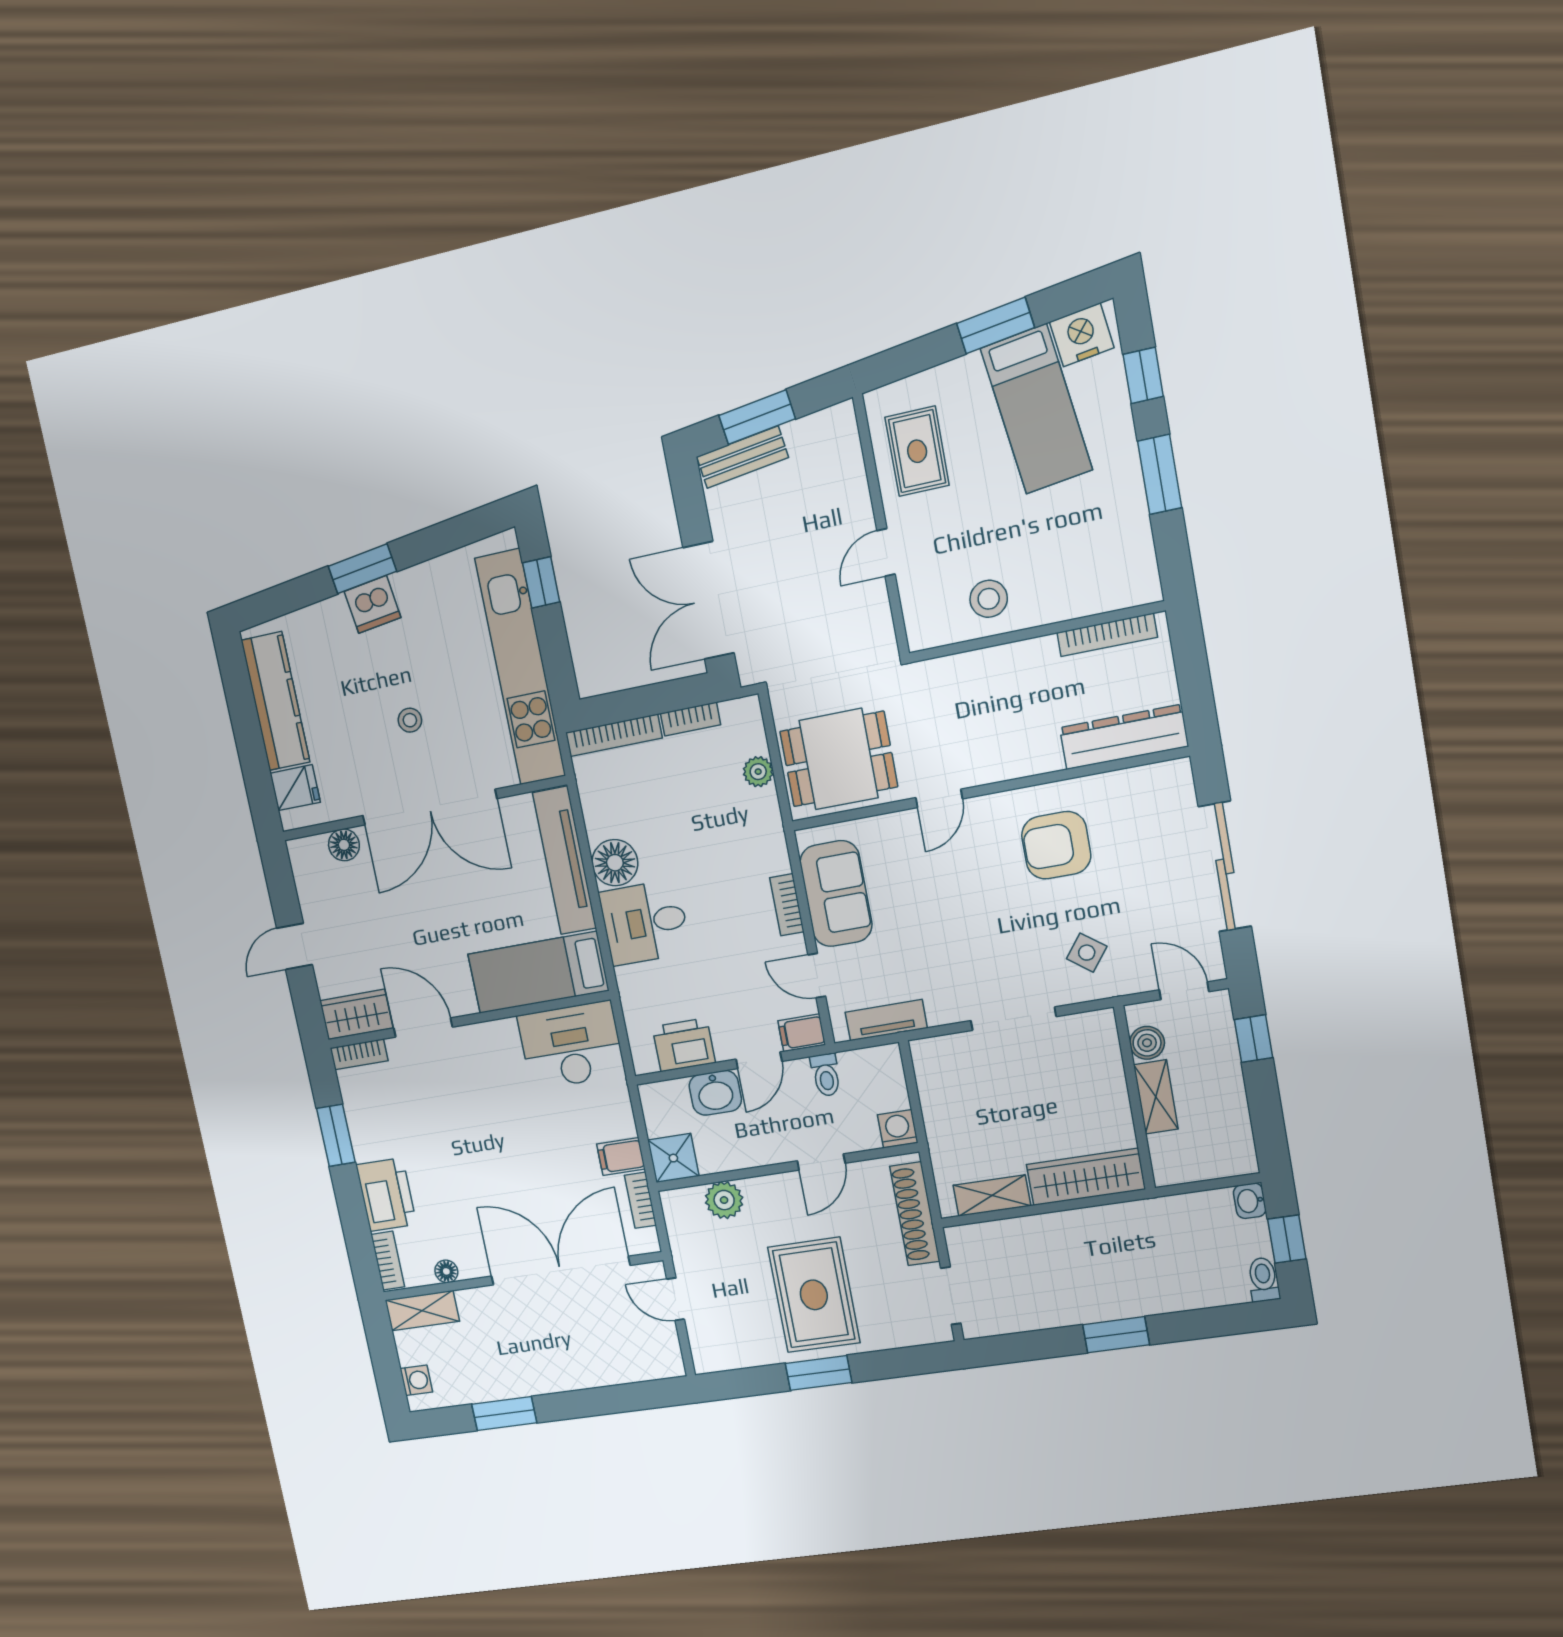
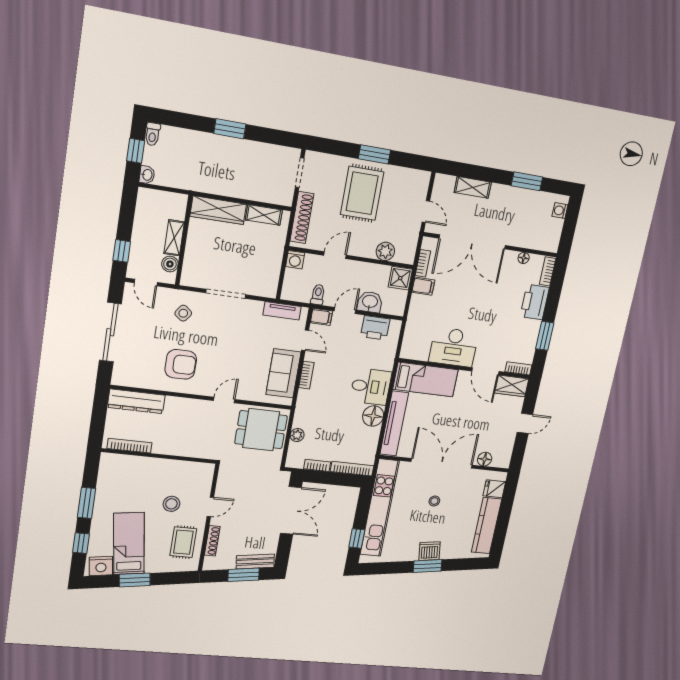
shoe rack: (854, 475) -> (212, 541), added
stool: (989, 599) -> (171, 504), moved
desk: (571, 1045) -> (454, 347), moved
shelving: (422, 1311) -> (473, 187), moved

